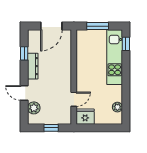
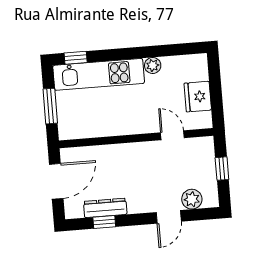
door: (51, 26) -> (56, 181), hinge flipped
dresser: (33, 66) -> (105, 208), moved
plant: (117, 107) -> (153, 65), moved
fridge: (85, 117) -> (198, 97), moved

